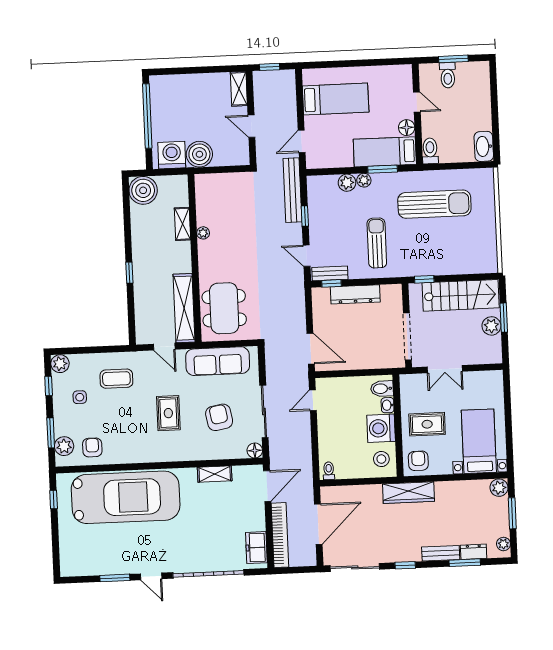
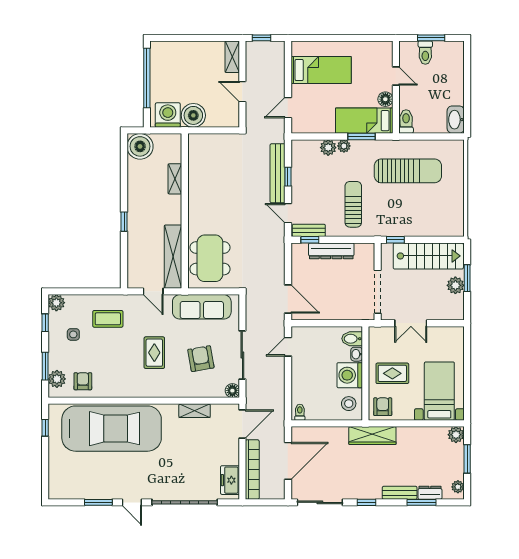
bench: (292, 190) -> (278, 173), moved
plant: (203, 233) -> (194, 188), removed

